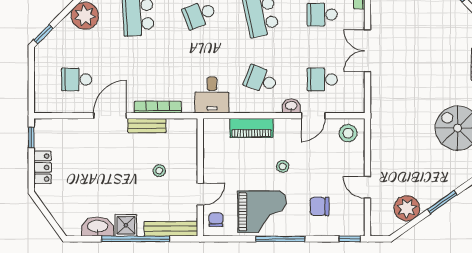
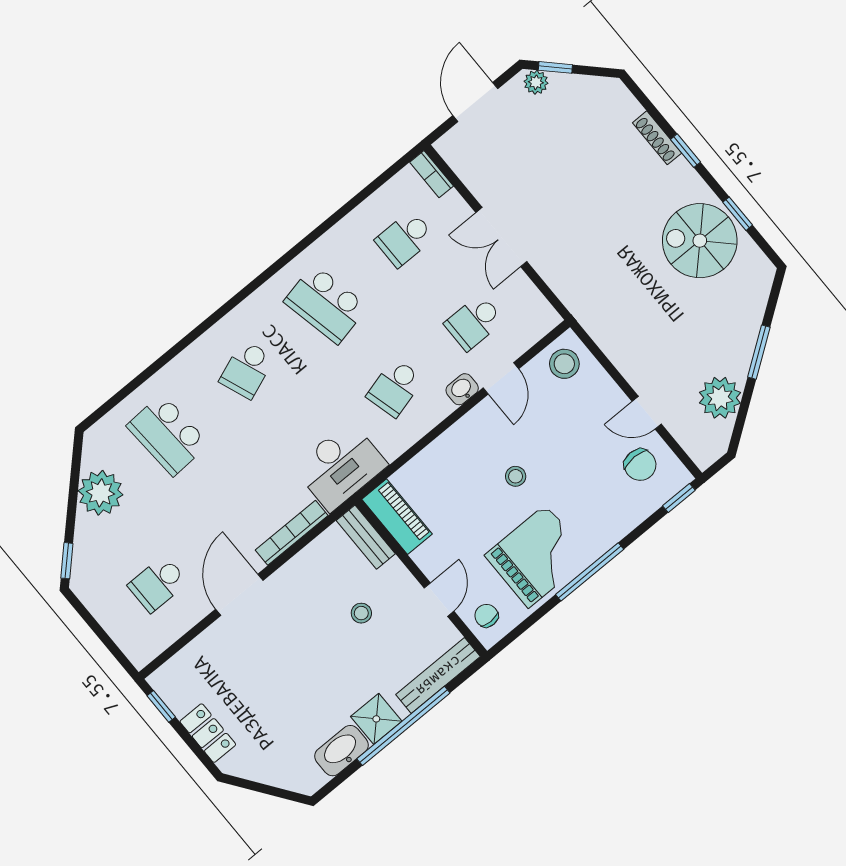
school desk: (261, 80) -> (395, 388), turned -36
desk: (212, 95) -> (340, 466), width x1.37
bench: (147, 126) -> (366, 537), moved, turned 90
piano: (251, 128) -> (397, 517), moved, turned -90
chair: (320, 206) -> (640, 465), moved, turned -90

